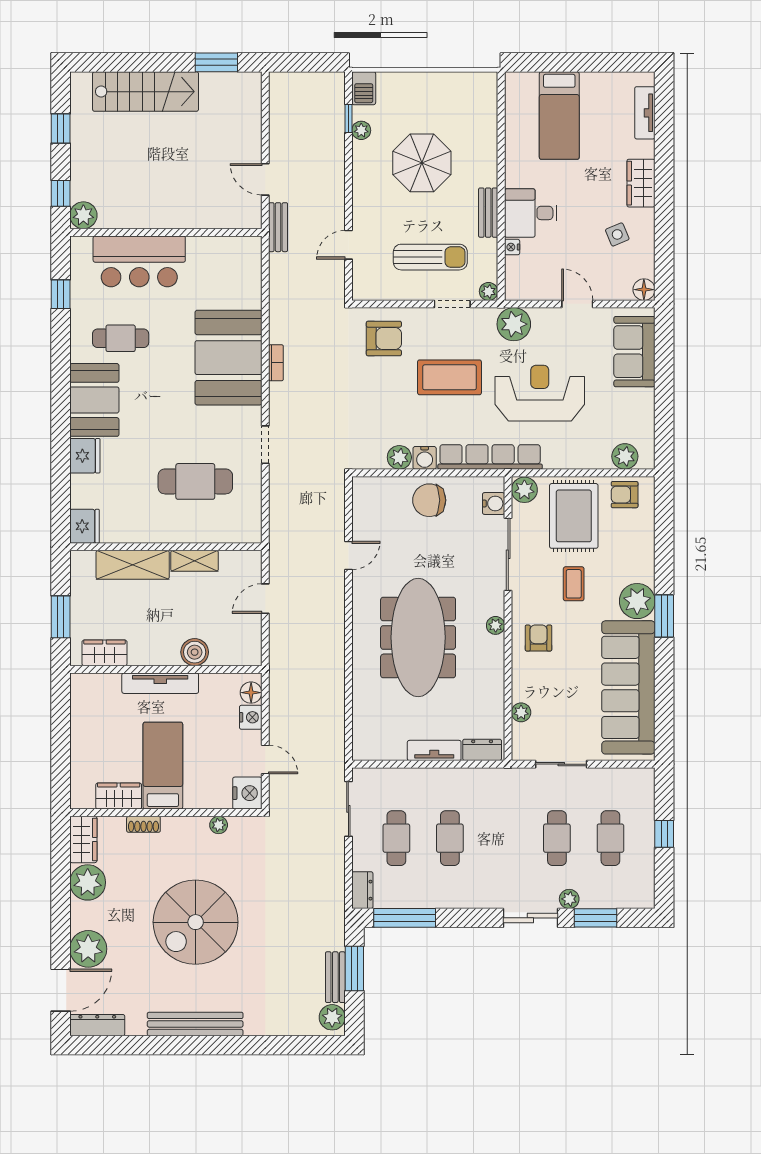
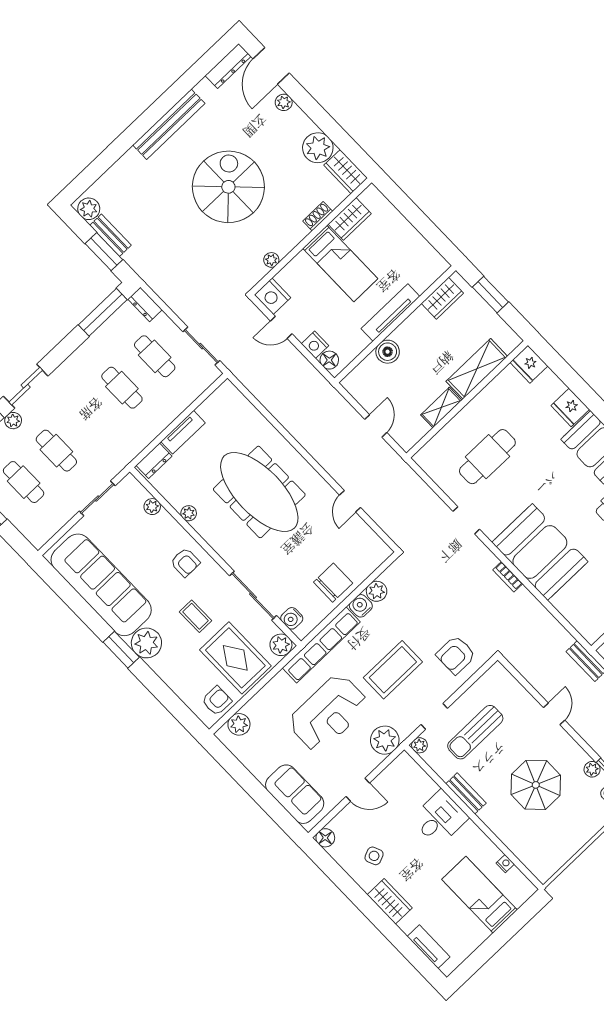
door: (348, 245) -> (554, 714), moved
nightstand: (512, 247) -> (505, 864), moved
plant: (496, 625) -> (189, 513), moved
plant: (88, 949) -> (284, 102), width x0.53, depth x0.53

